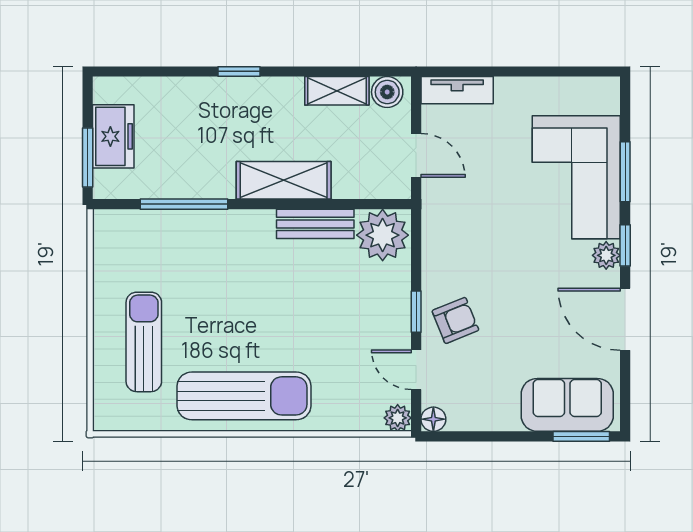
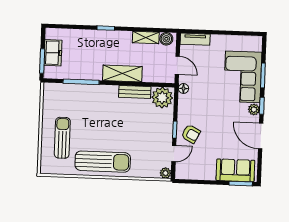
armchair: (455, 320) -> (191, 134), turned 49
door: (416, 370) -> (174, 154), swing flipped
floor lamp: (433, 419) -> (183, 88), moved

